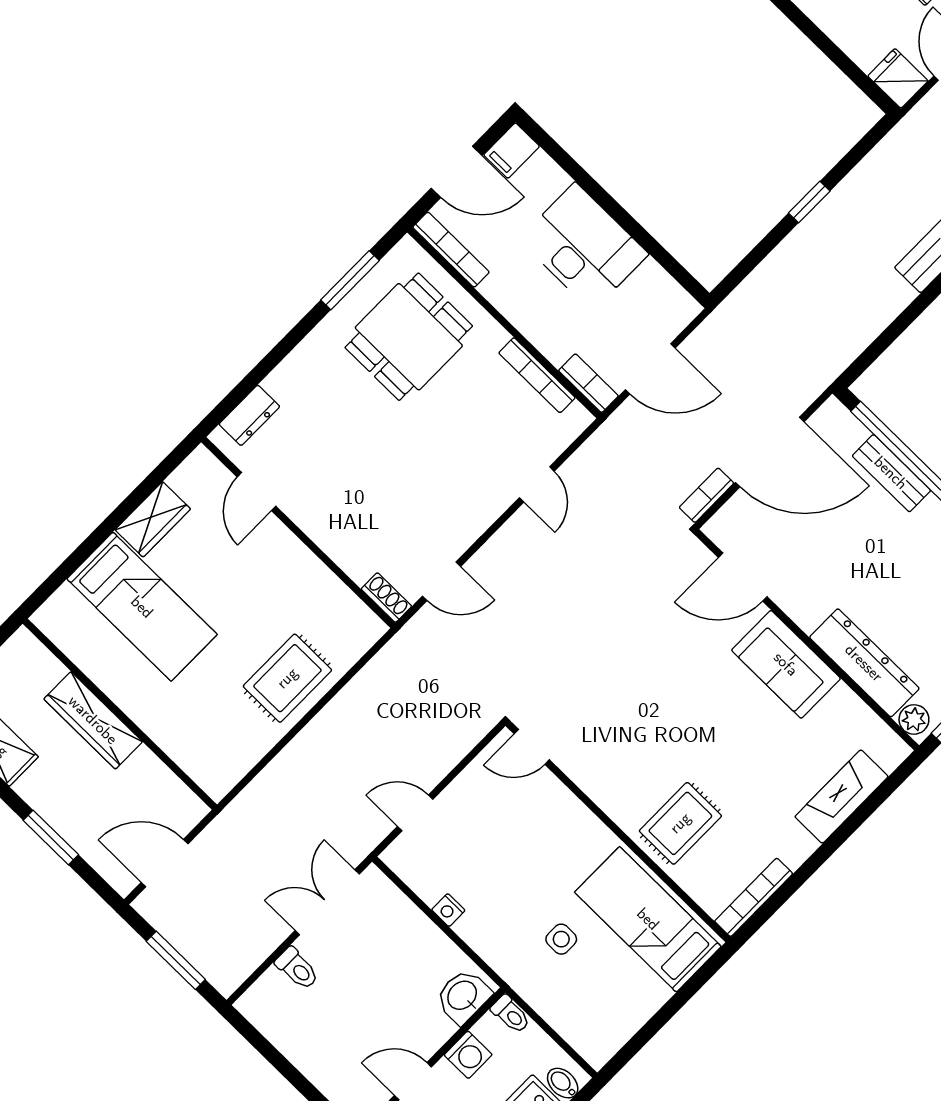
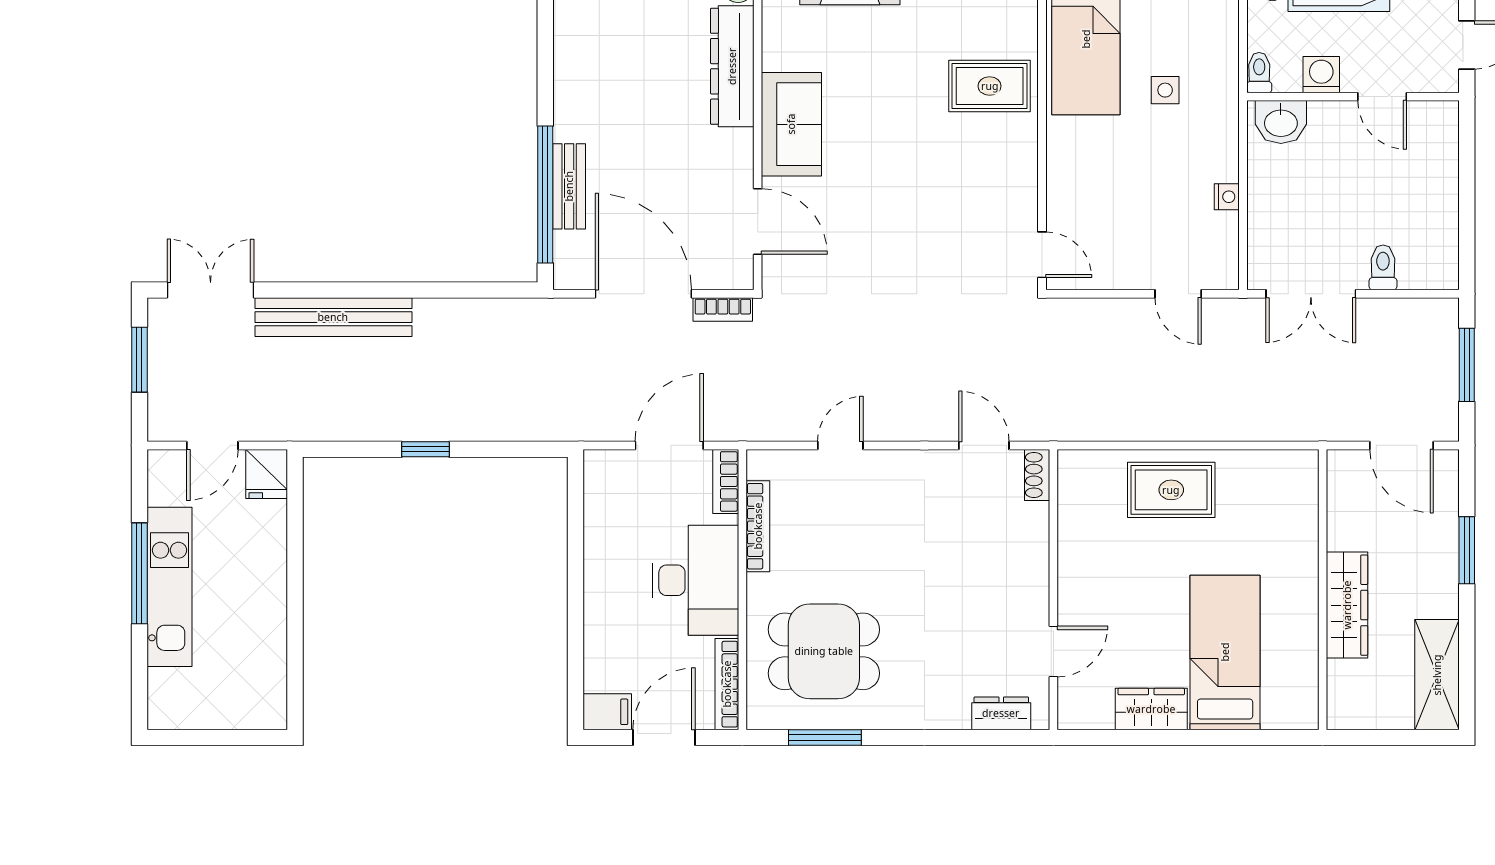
door: (457, 172) -> (664, 737), hinge flipped
desk: (584, 247) -> (695, 580), moved, turned 180
door: (650, 369) -> (669, 445), hinge flipped

